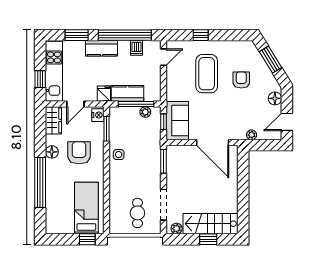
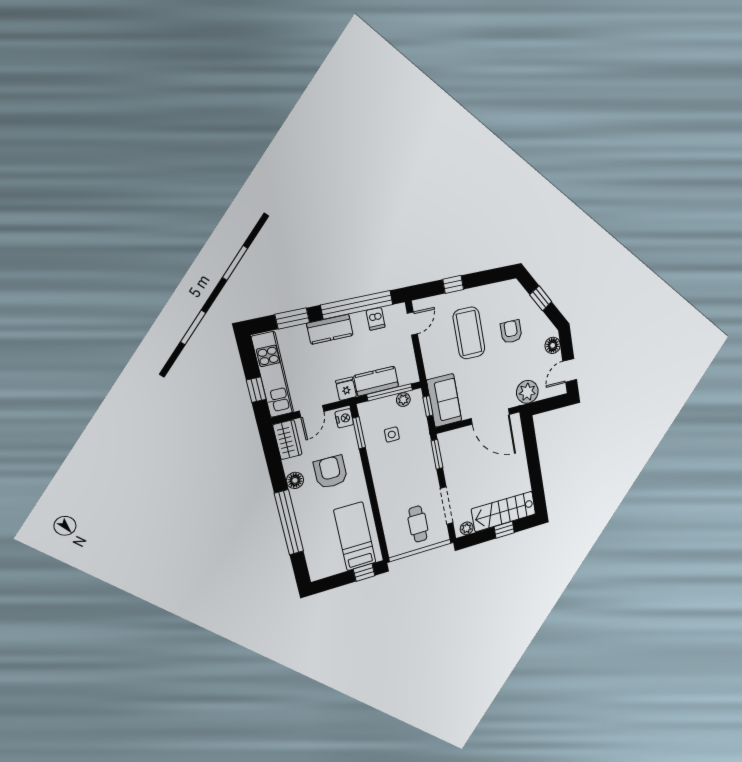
window: (270, 60) -> (541, 298), width x0.67
plant: (252, 135) -> (527, 392), width x1.88, depth x1.88
side table: (119, 155) -> (392, 434), moved

